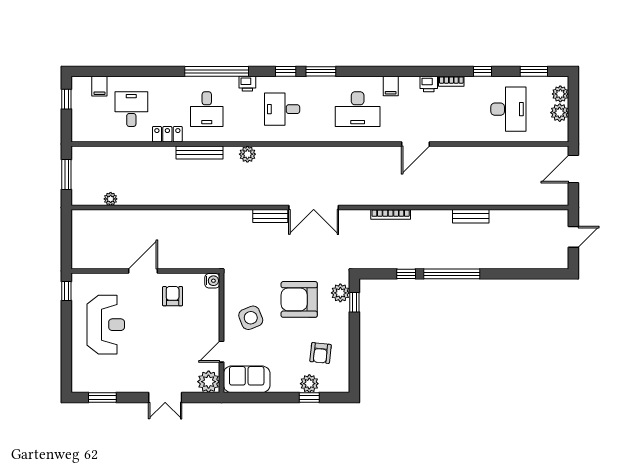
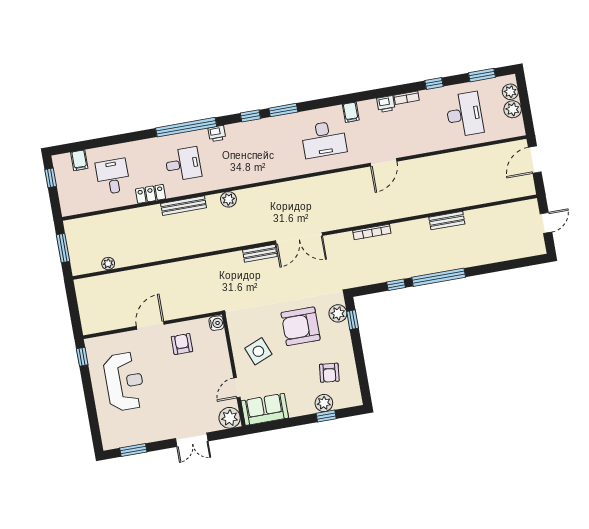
desk: (207, 109) -> (183, 164), turned -90
desk: (282, 109) -> (253, 152), removed

